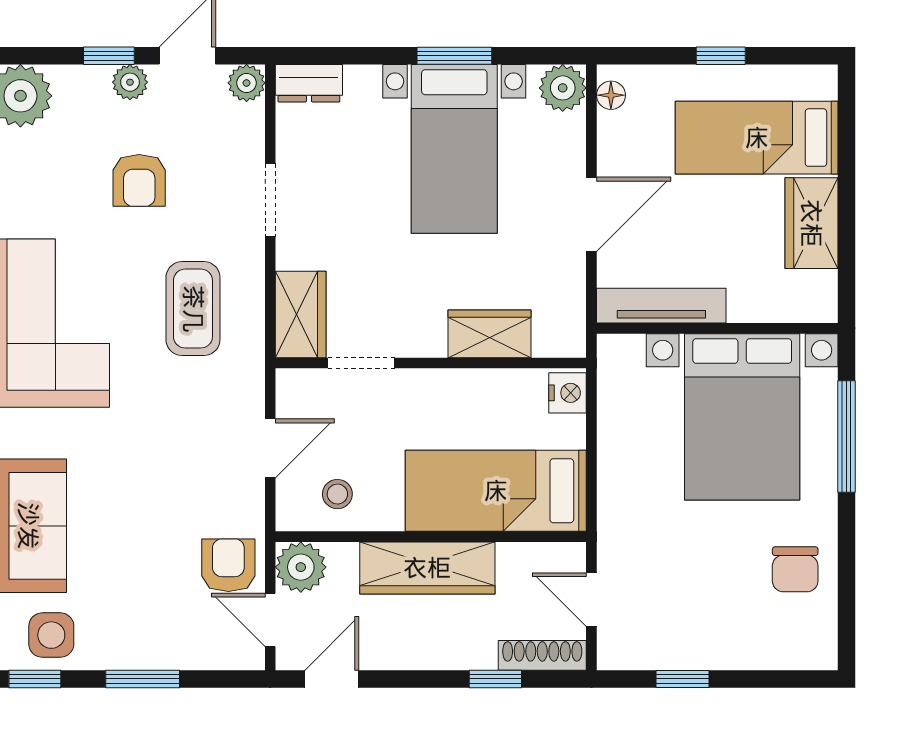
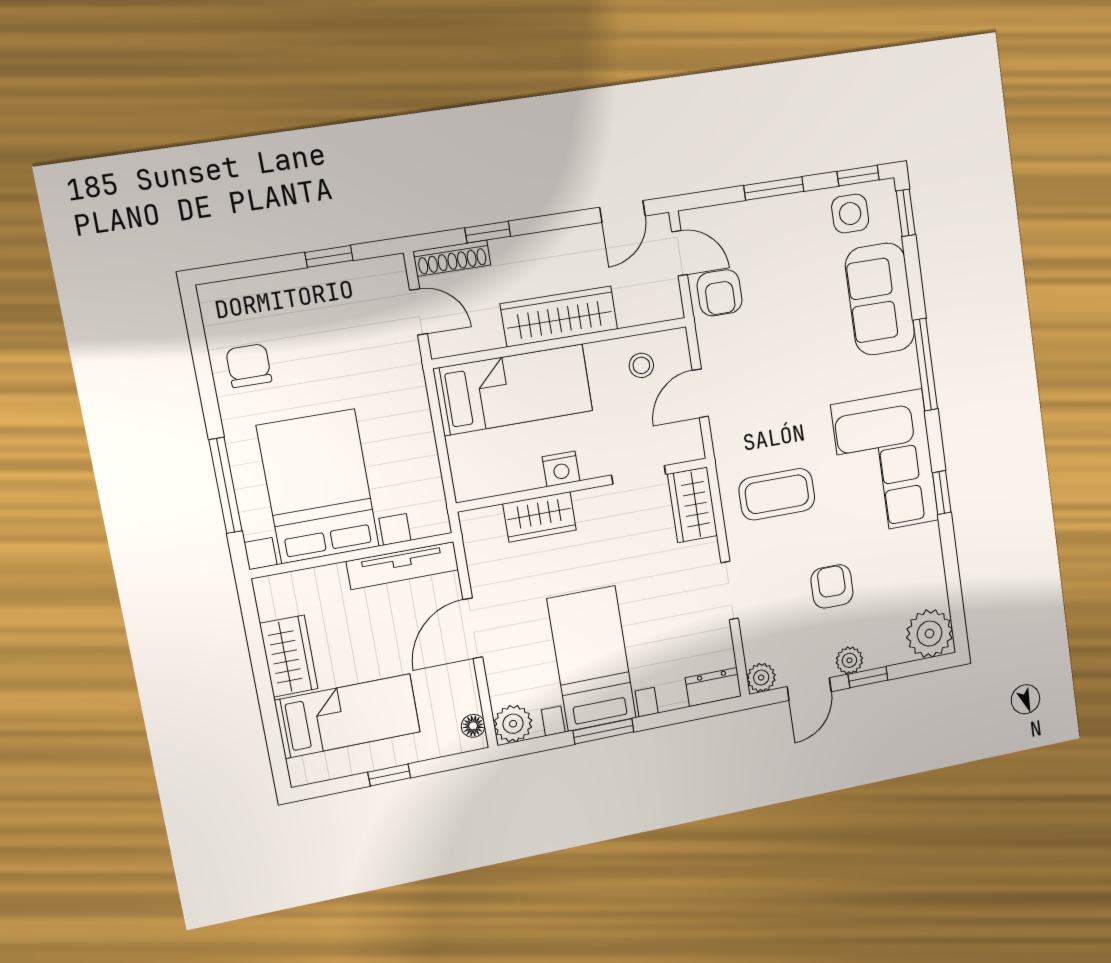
coffee table: (193, 309) -> (777, 494), turned 90
nightstand: (568, 393) -> (561, 469), moved, turned -90
plant: (301, 567) -> (662, 301), removed

